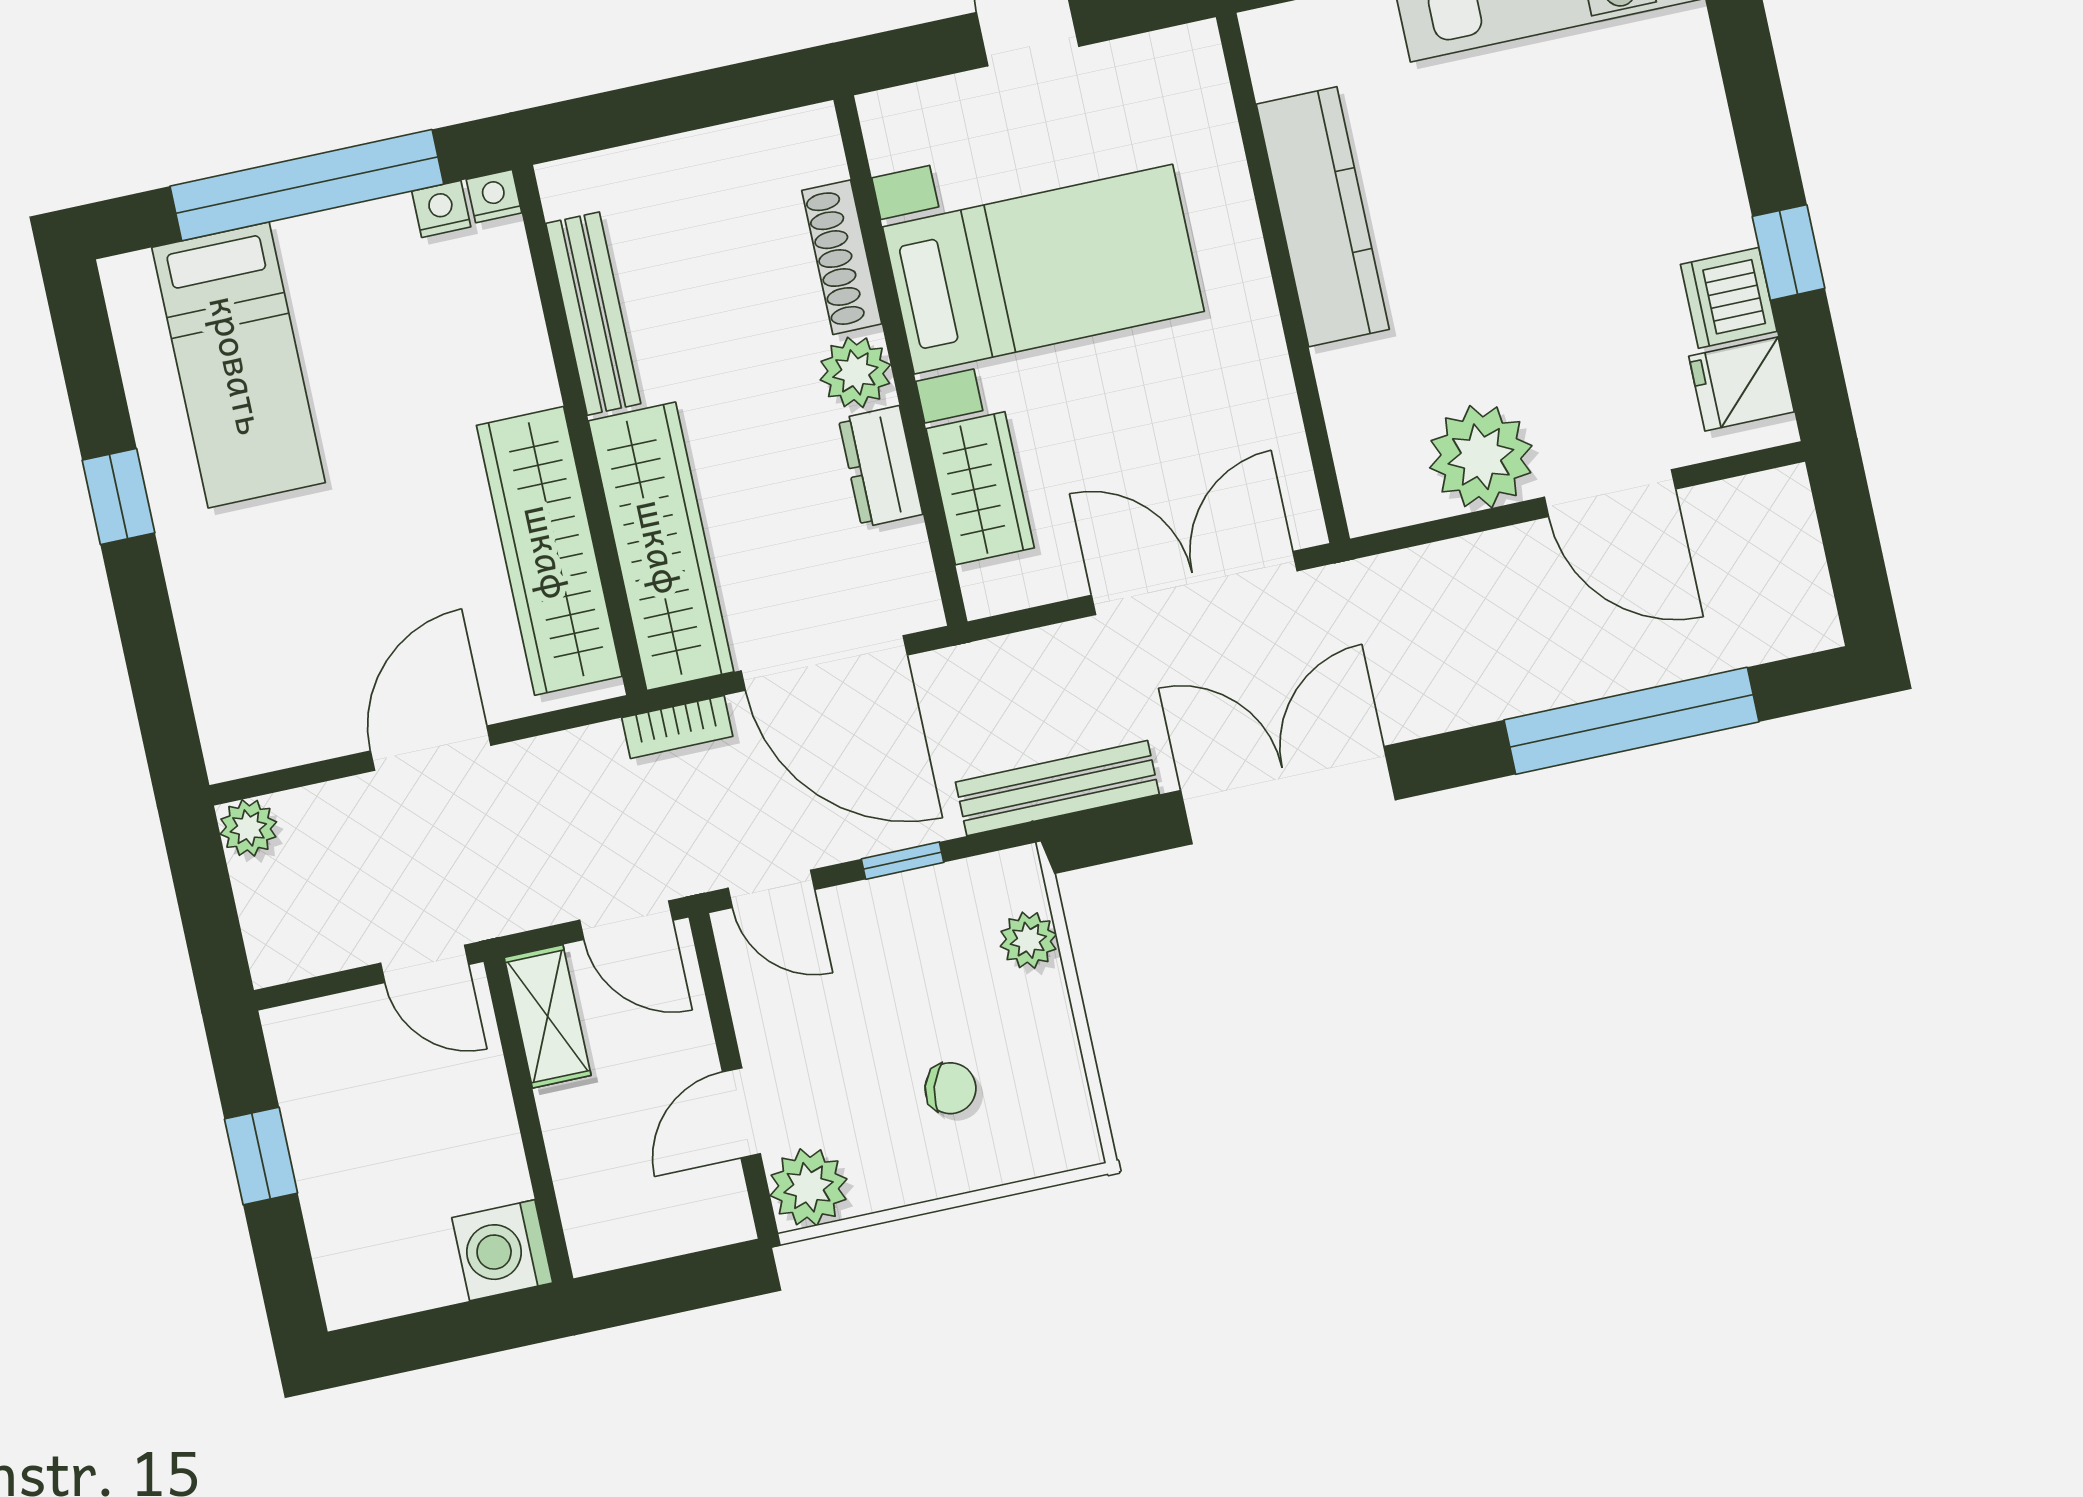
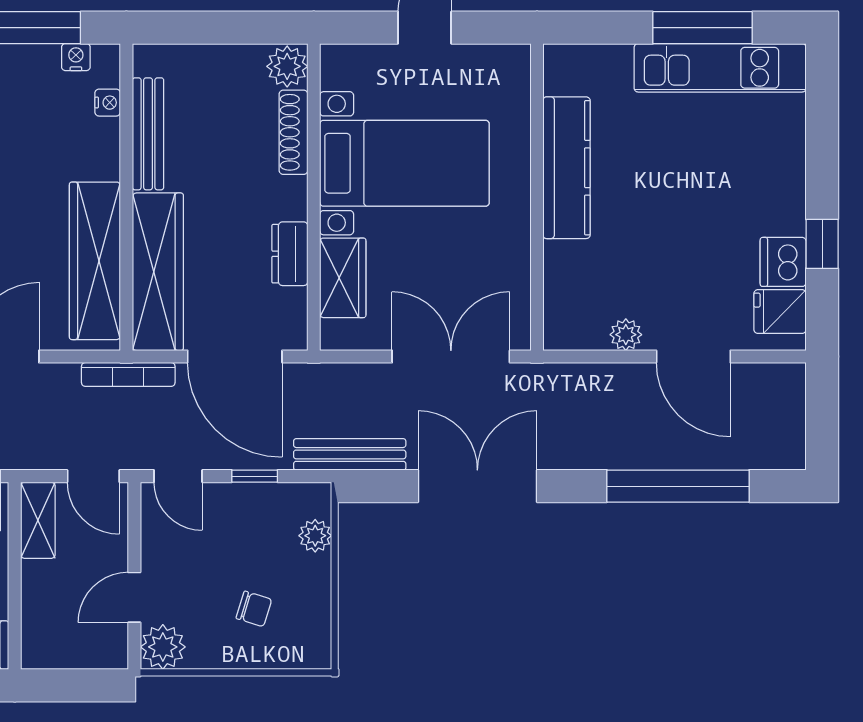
nightstand: (494, 196) -> (108, 103), moved, turned 90
plant: (855, 372) -> (287, 66), moved
plant: (1481, 457) -> (626, 335), width x0.53, depth x0.53
bookcase: (677, 727) -> (128, 374), width x1.56

